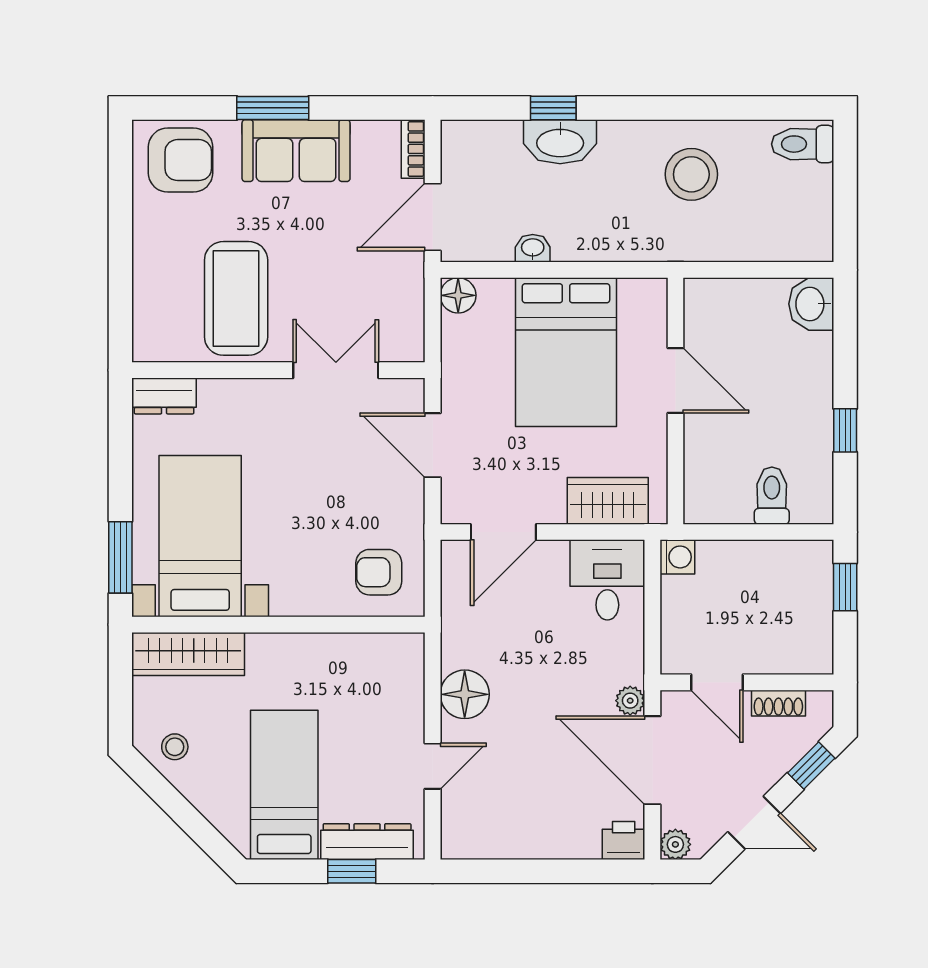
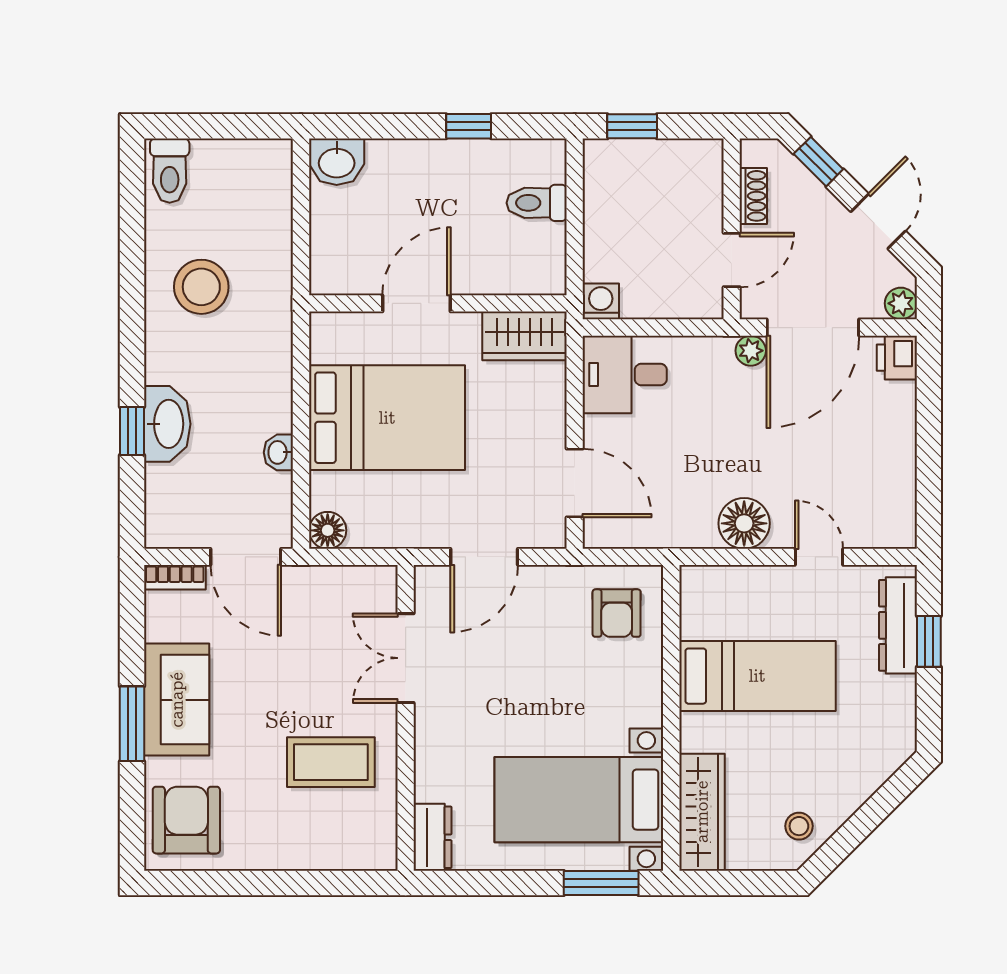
coffee table: (236, 298) -> (331, 762), width x0.73, depth x0.76
wardrobe: (608, 501) -> (525, 336), moved, turned -90
bed: (284, 785) -> (757, 676), moved, turned 180

